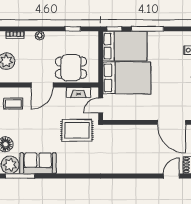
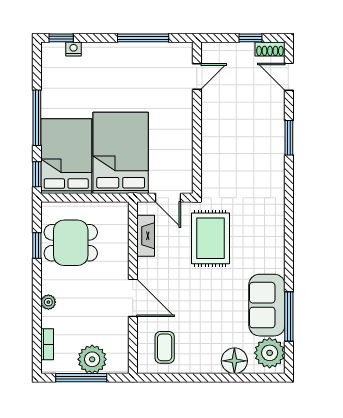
dining table: (71, 68) -> (71, 243), moved, turned 90
door: (171, 122) -> (197, 77), width x0.53
window: (20, 176) -> (289, 317), moved
window: (136, 176) -> (289, 138), added

